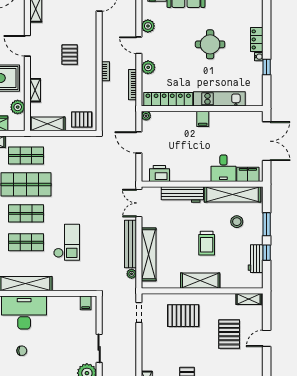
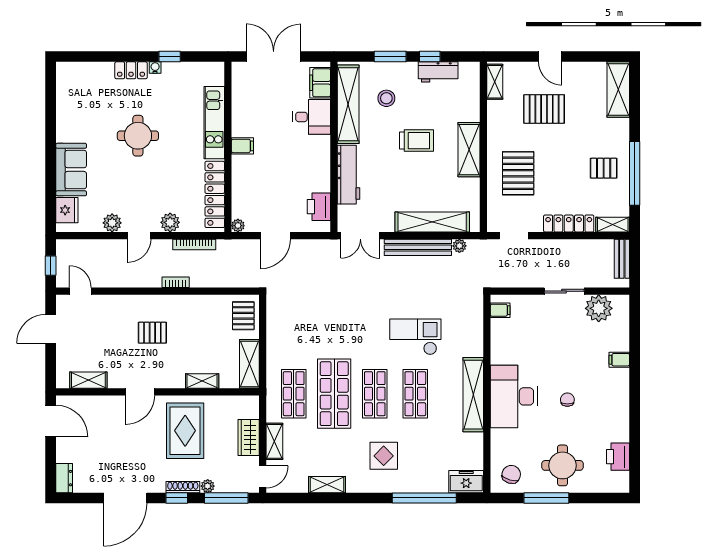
plant: (18, 107) -> (226, 405), removed
locker: (147, 352) -> (569, 224), added

